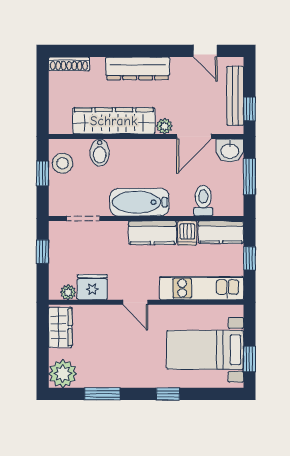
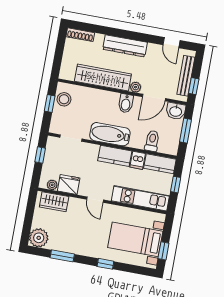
bidet: (100, 153) -> (126, 103), moved
wardrobe: (60, 327) -> (54, 202), moved, turned 90

